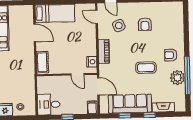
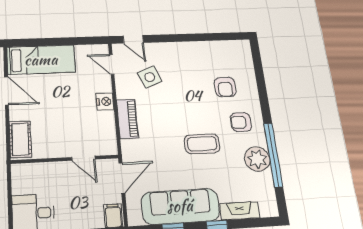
armchair: (145, 24) -> (225, 87), moved
nightstand: (92, 62) -> (105, 101), moved
door: (98, 86) -> (122, 178), hinge flipped

